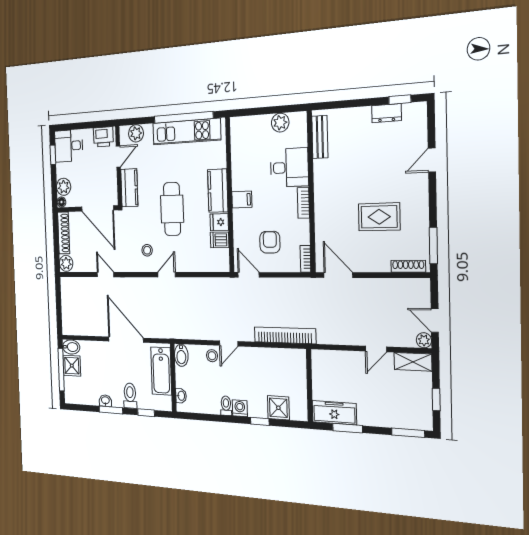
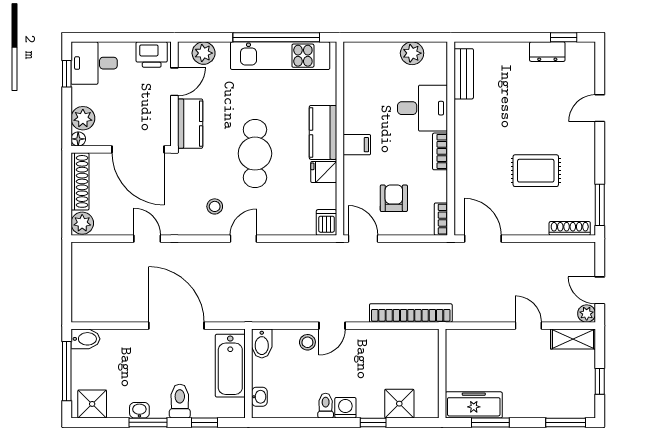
dishwasher: (220, 240) -> (326, 222), moved, turned 90
door: (376, 349) -> (528, 326), swing flipped
shower: (72, 366) -> (92, 404), moved

